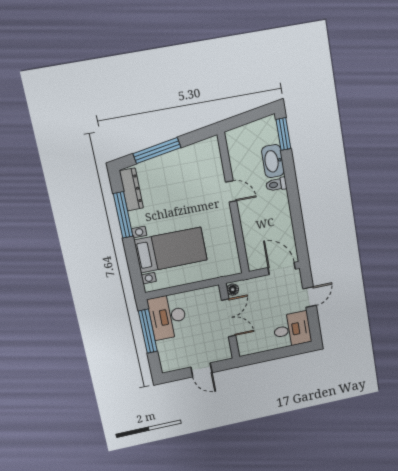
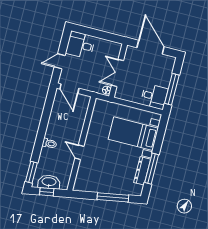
window: (251, 116) -> (47, 192), added
washbasin: (273, 161) -> (49, 182), moved, turned -100
dresser: (131, 189) -> (142, 171), moved
desk: (168, 317) -> (154, 96), width x0.73
door: (201, 370) -> (151, 47), width x1.88

